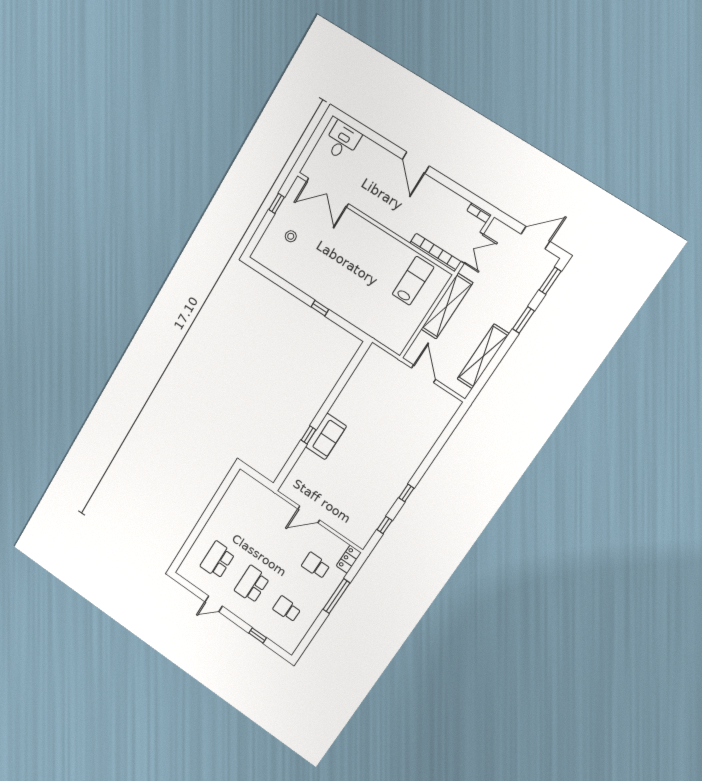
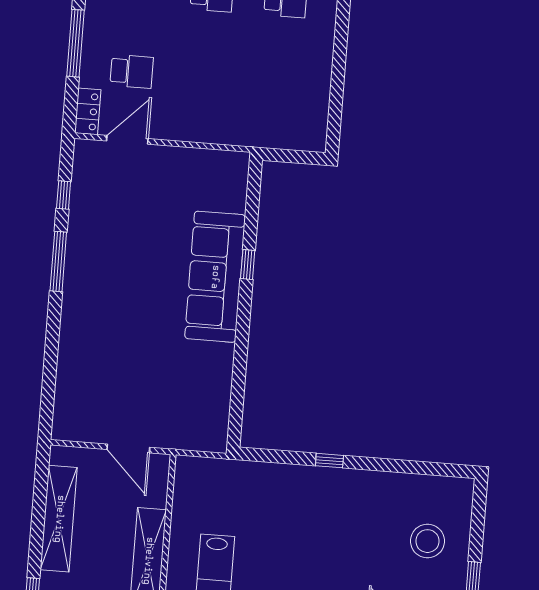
stool: (291, 236) -> (427, 541), width x1.89, depth x1.89
sofa: (326, 436) -> (215, 277), width x1.85, depth x1.27
window: (406, 493) -> (58, 262), width x2.17
door: (309, 514) -> (127, 140), moved

